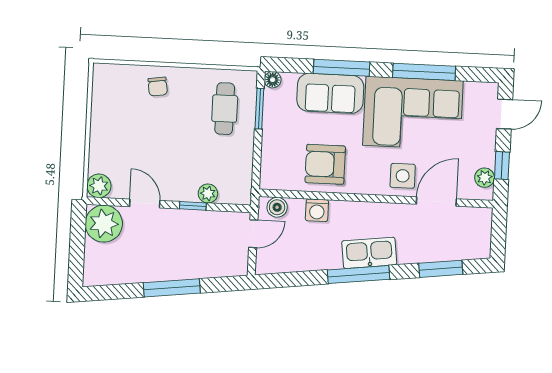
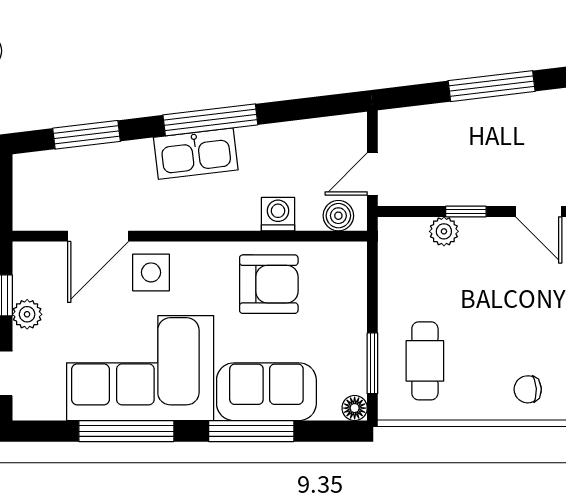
chair: (158, 87) -> (528, 389), turned -85
plant: (485, 178) -> (27, 314), moved

